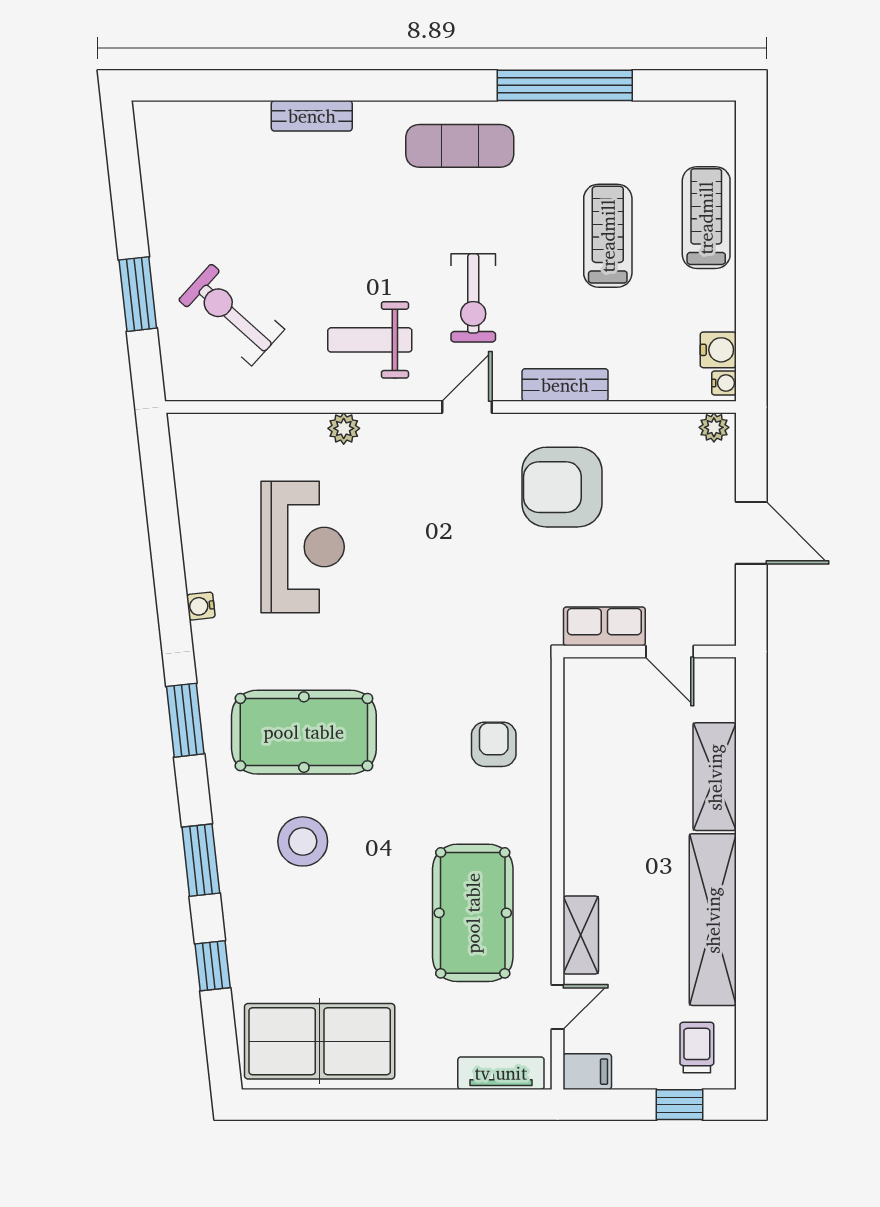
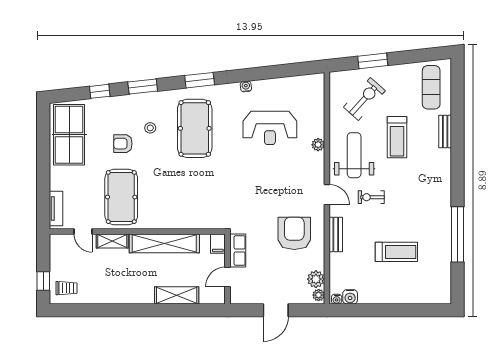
exercise mat: (460, 146) -> (431, 87), moved
treadmill: (706, 218) -> (397, 137), moved, turned 90
exercise bike: (473, 298) -> (371, 197), width x0.73, depth x0.72
weight bench: (370, 340) -> (354, 155), width x1.36, depth x1.33
plant: (675, 434) -> (316, 279), added
armchair: (494, 744) -> (123, 144), moved, turned 180
stool: (303, 841) -> (150, 128), width x0.53, depth x0.53
pool table: (473, 913) -> (121, 197), turned 90
shelving: (713, 920) -> (164, 243), moved
filing cabinet: (587, 1072) -> (218, 244), moved

